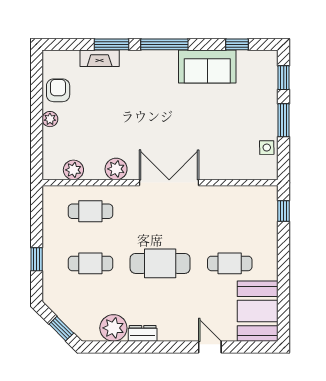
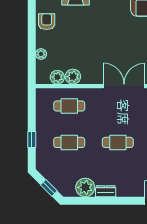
plant: (50, 119) -> (41, 54), moved
plant: (116, 169) -> (73, 77), moved
cafe table: (160, 263) -> (118, 142), width x0.73, depth x0.74

